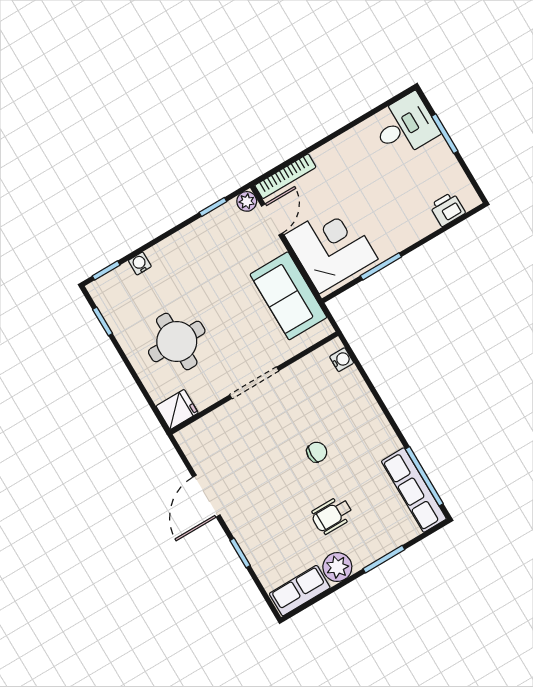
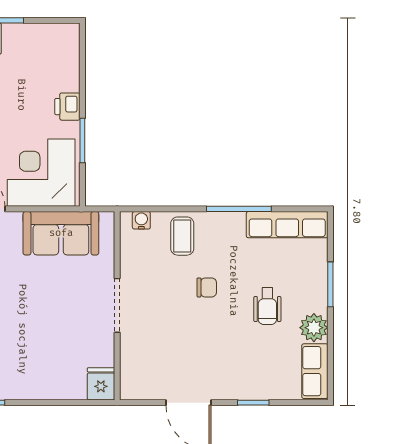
printer: (447, 209) -> (67, 107), moved
round table: (177, 341) -> (43, 350), removed
coffee table: (349, 404) -> (182, 236), added
chair: (317, 452) -> (207, 287), turned 90
window: (424, 476) -> (239, 209), moved

